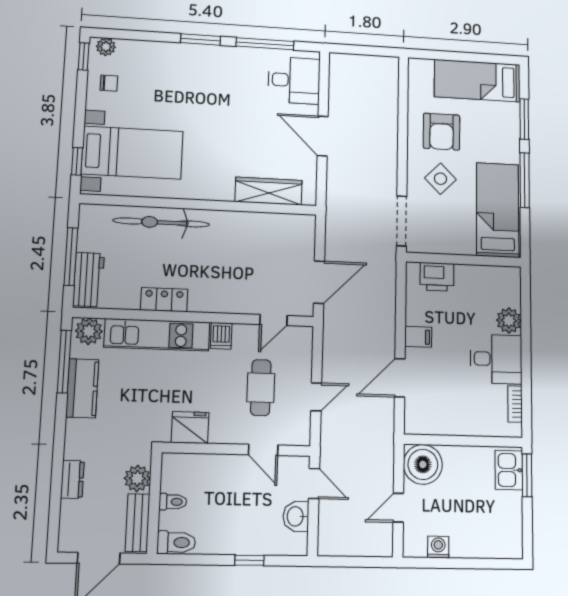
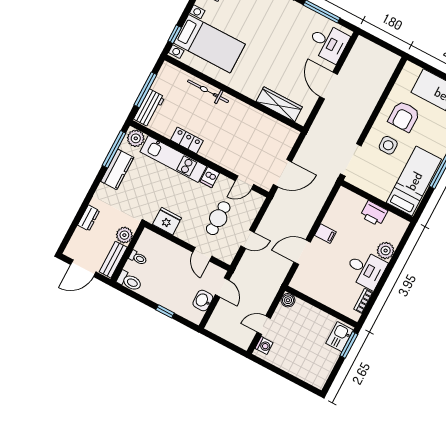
side table: (440, 179) -> (388, 145), turned 45
bicycle: (161, 222) -> (208, 91), width x0.73, depth x0.71
printer: (437, 277) -> (374, 213), moved
boiler: (423, 464) -> (288, 300), width x0.54, depth x0.54
washing machine: (438, 547) -> (264, 346), moved, turned 90

